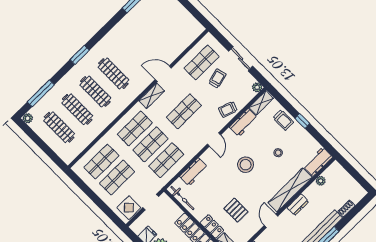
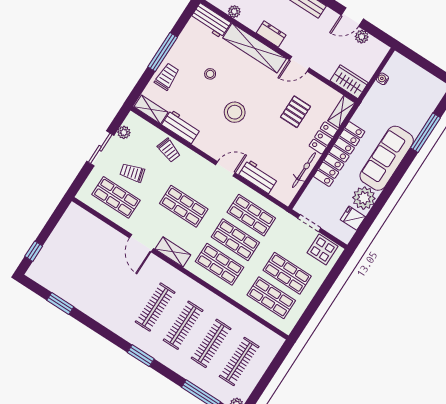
plant: (257, 87) -> (124, 132), moved
window: (302, 121) -> (163, 52), width x2.17
door: (214, 140) -> (225, 169), moved
bicycle: (182, 198) -> (304, 170), moved

